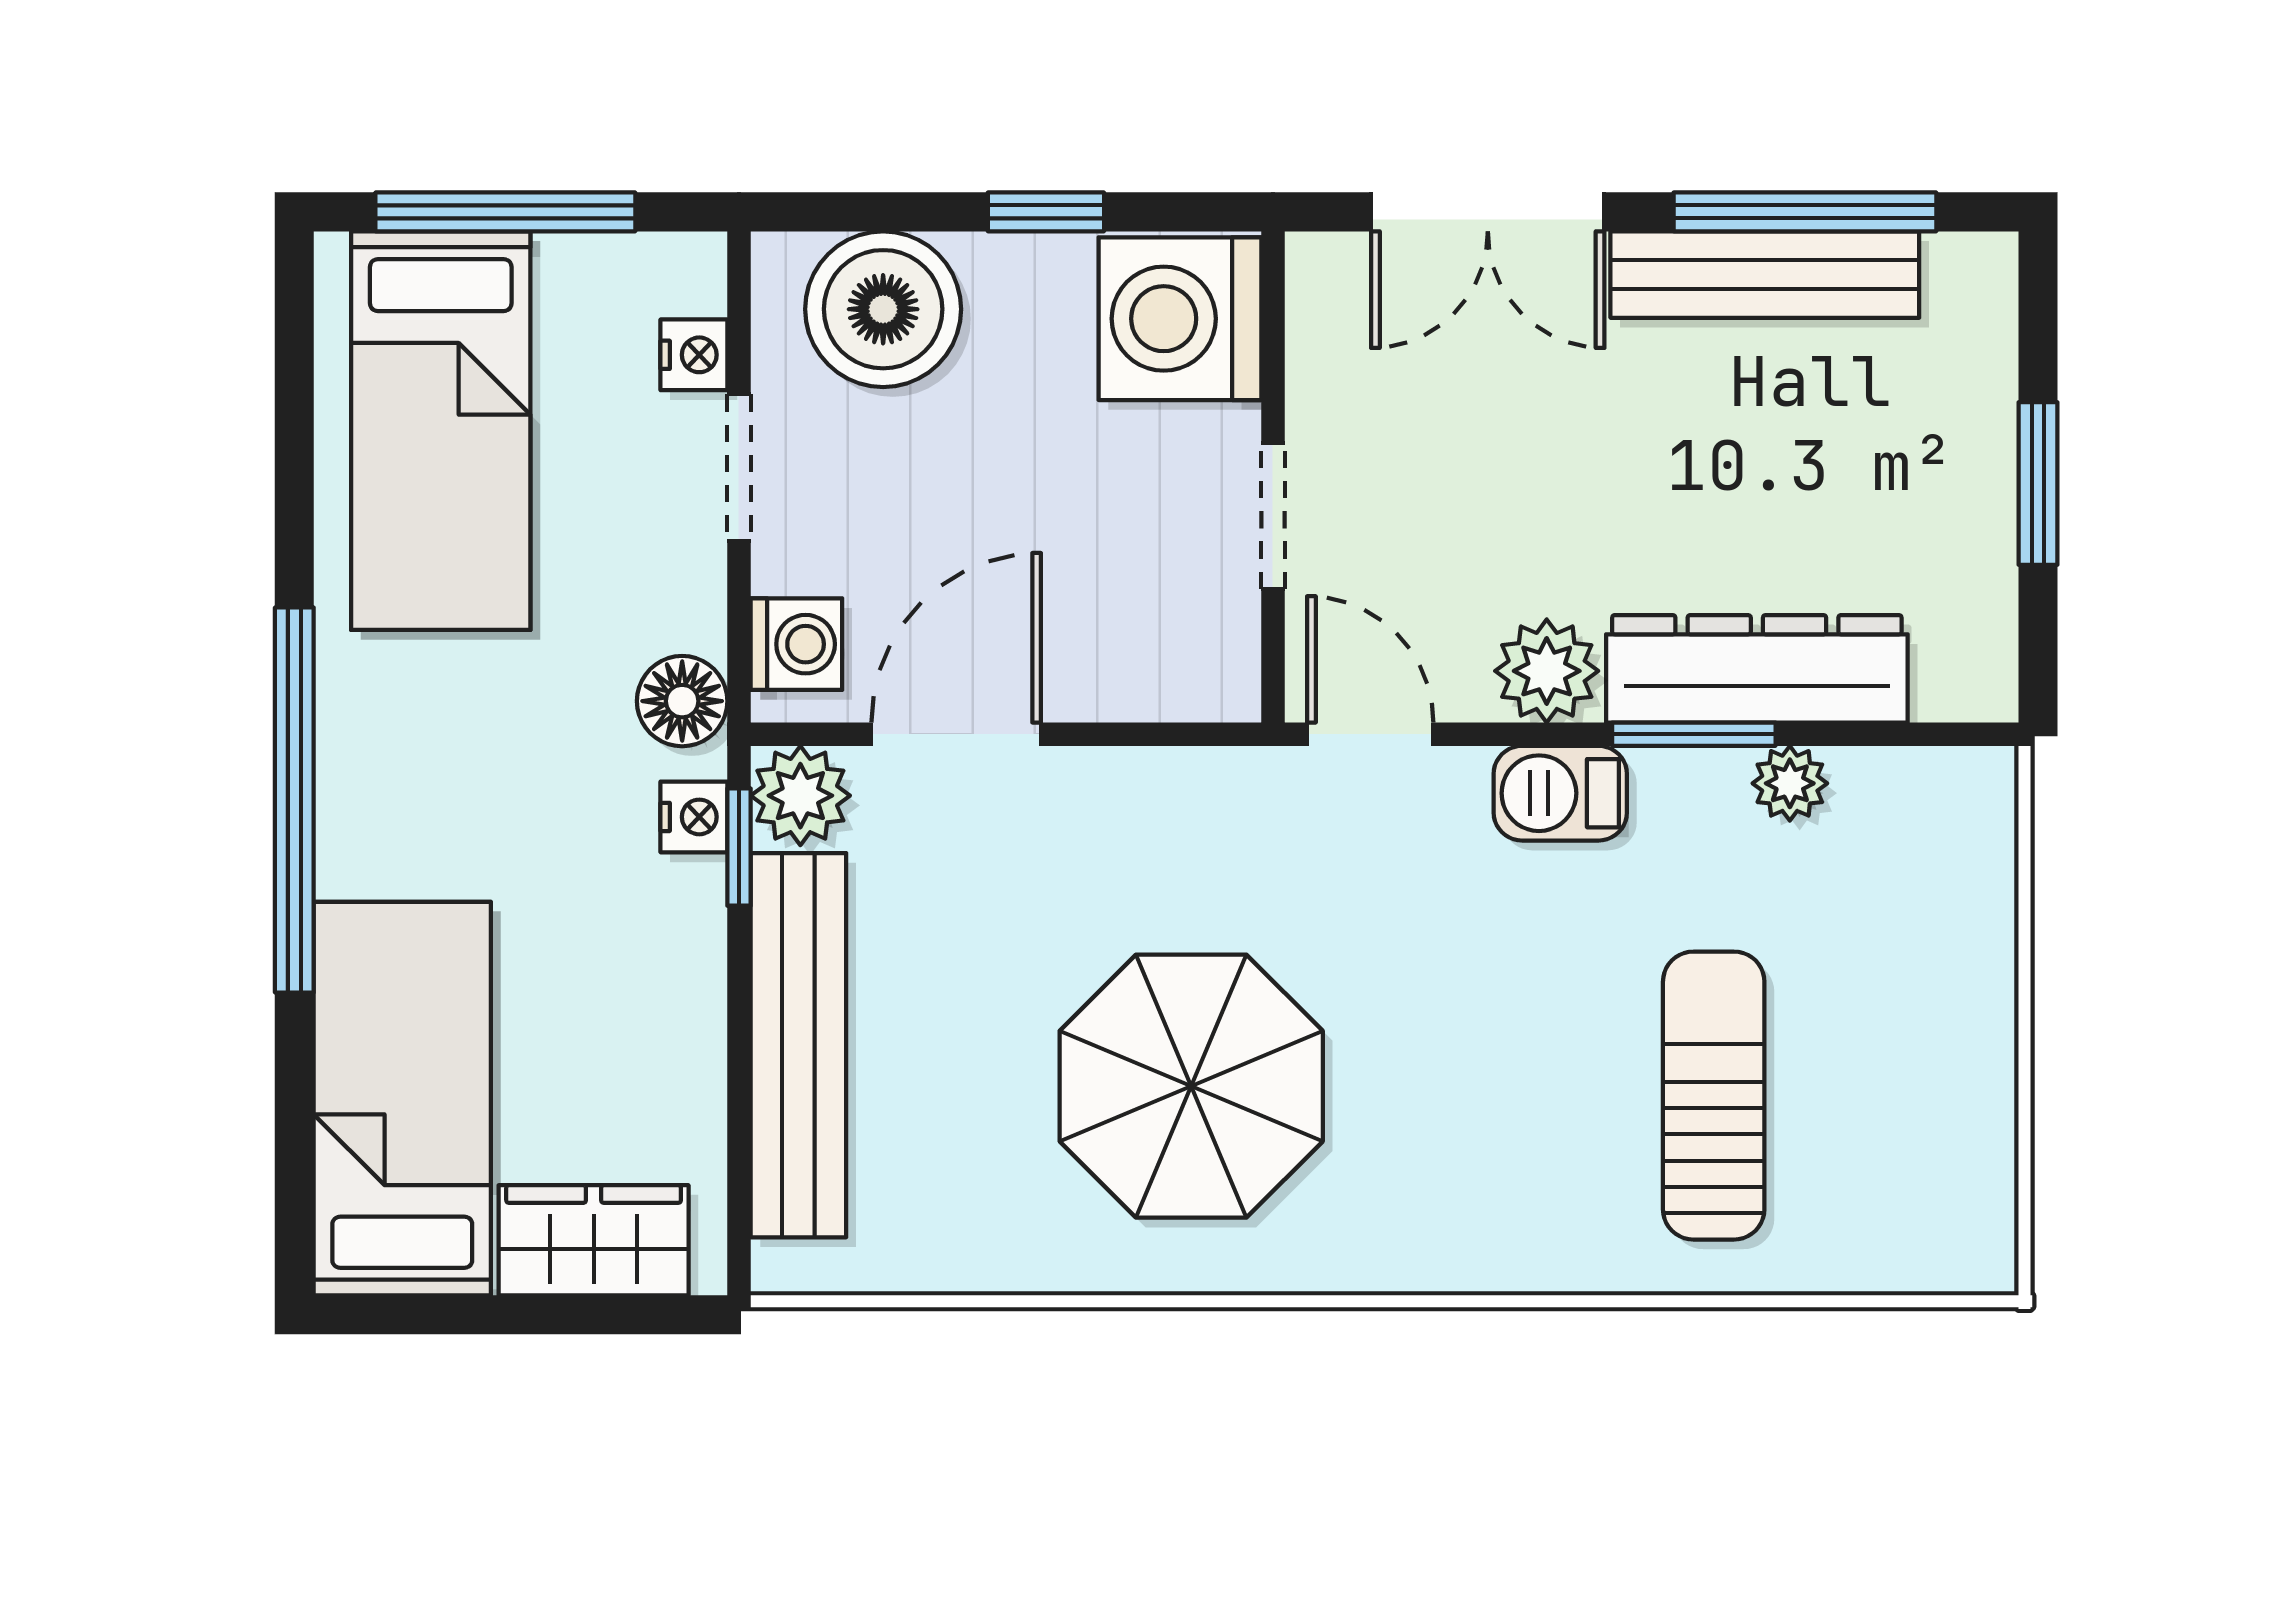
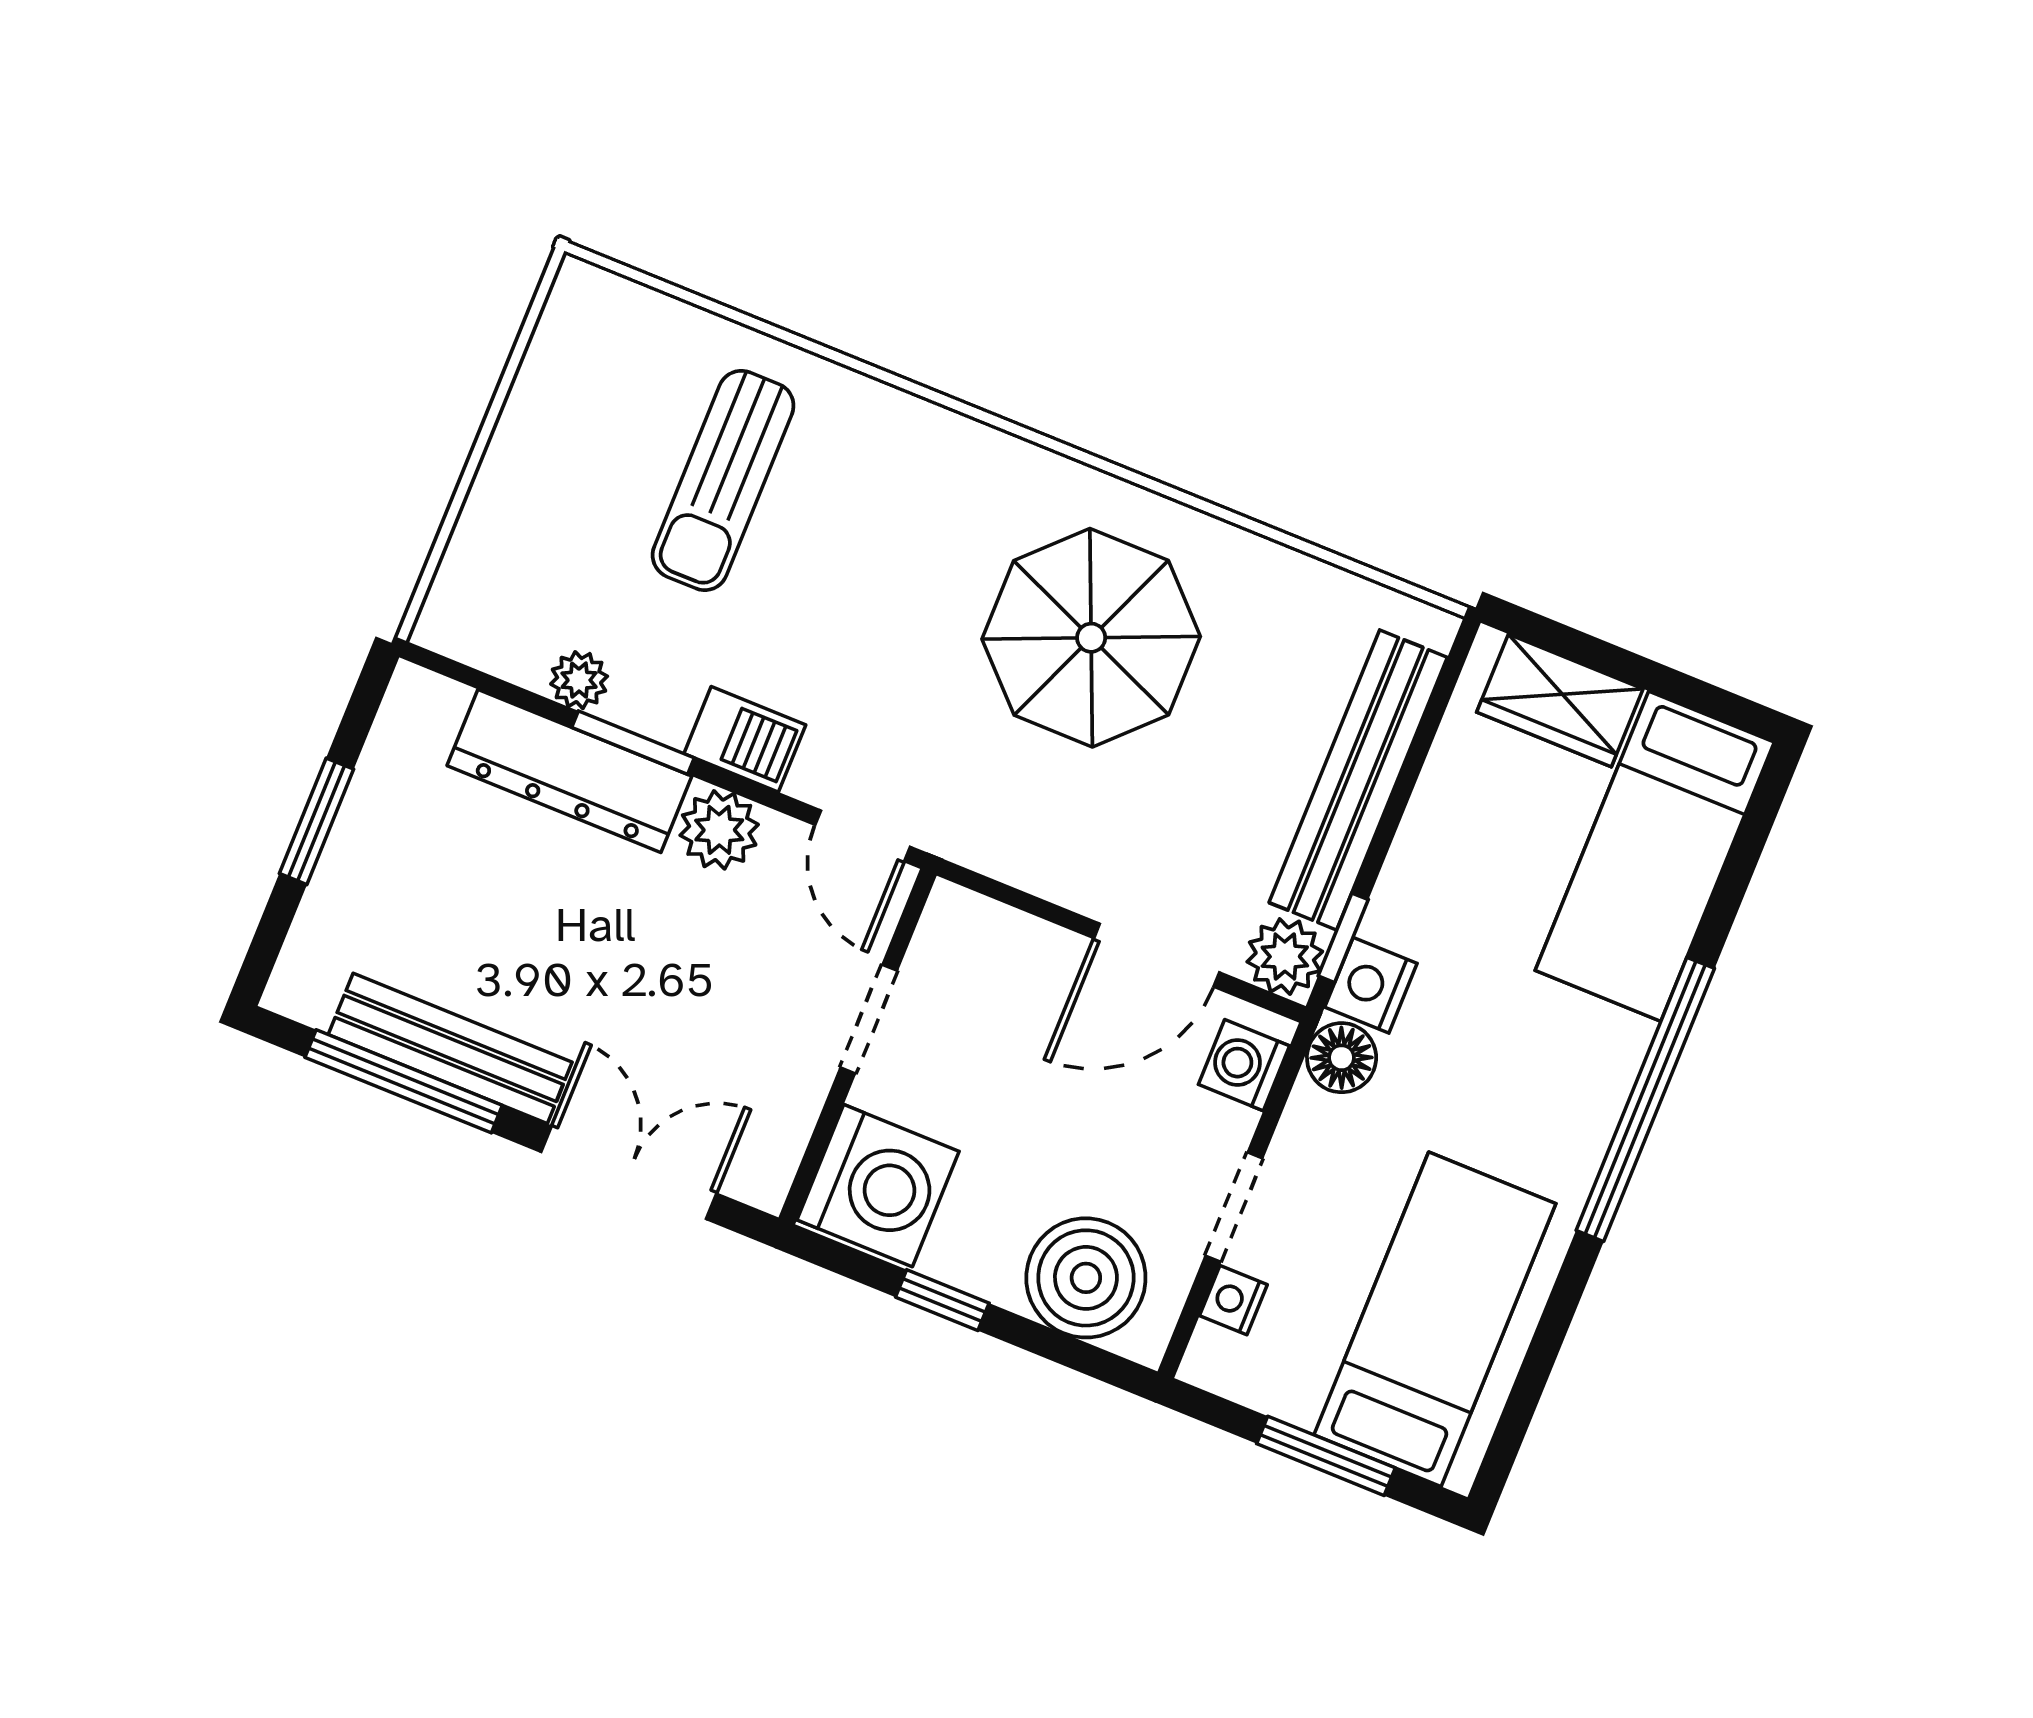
window: (505, 212) -> (1326, 1456), width x0.69
nightstand: (694, 817) -> (1371, 985), width x1.39, depth x1.35

